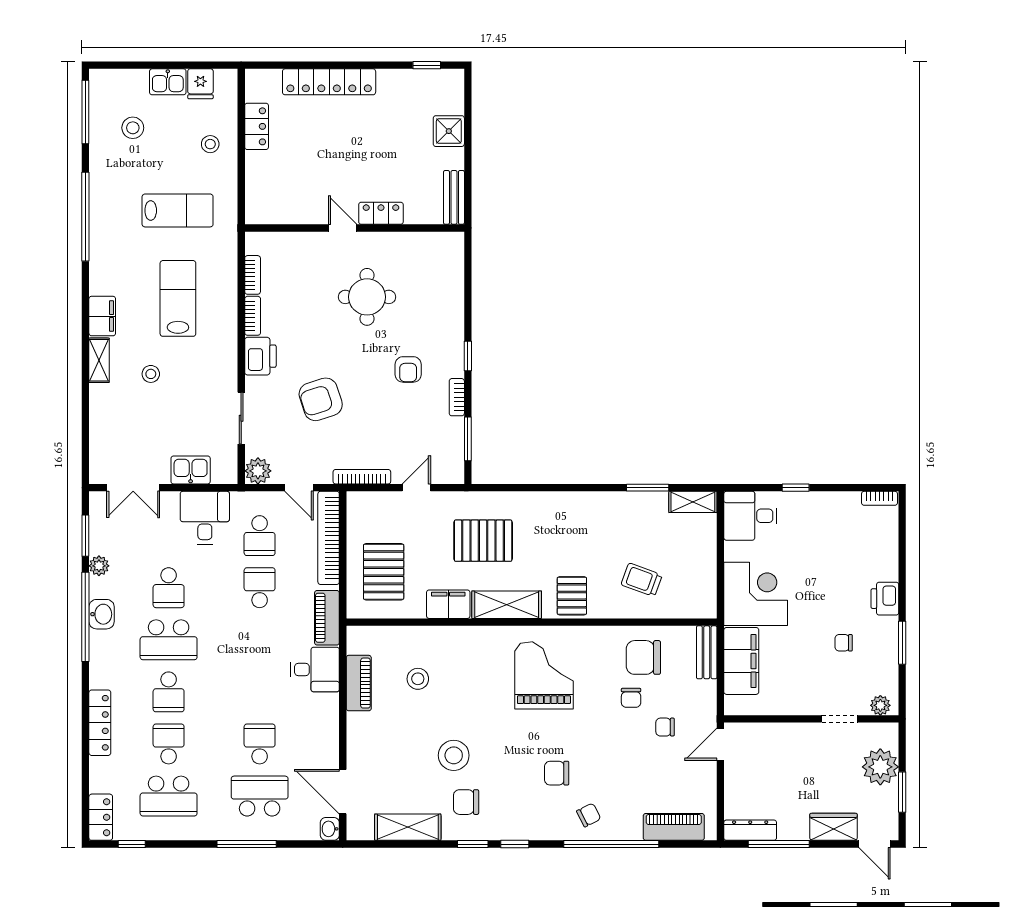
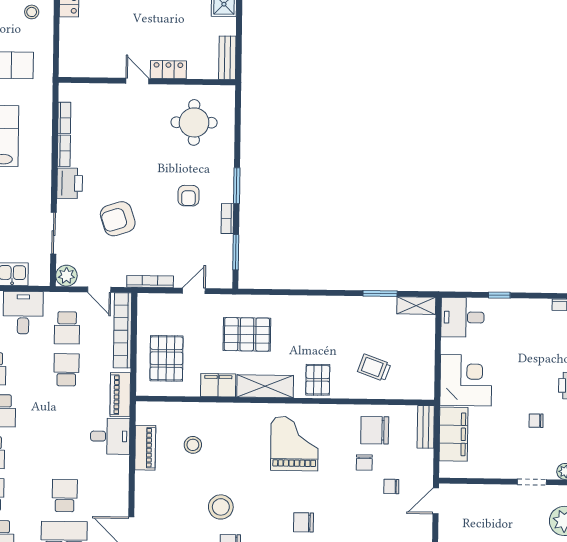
round table: (367, 297) -> (194, 122), moved
window: (468, 356) -> (237, 186), width x1.50

